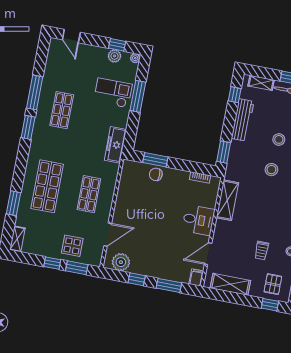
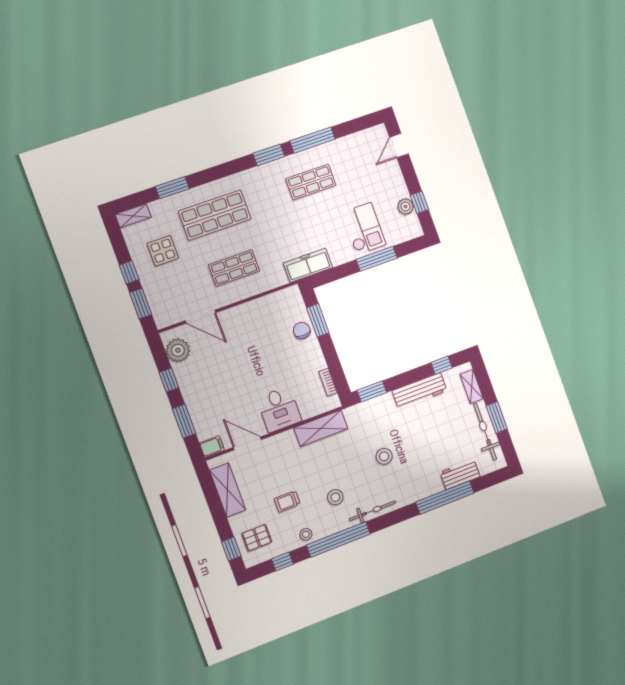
plant: (135, 58) -> (417, 231), removed
stool: (279, 139) -> (335, 497), moved
display table: (72, 246) -> (163, 251), moved

